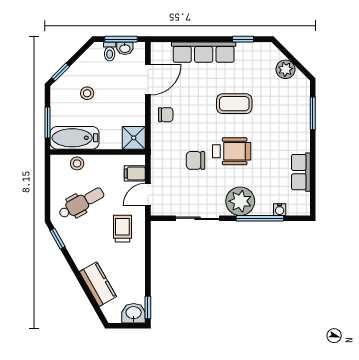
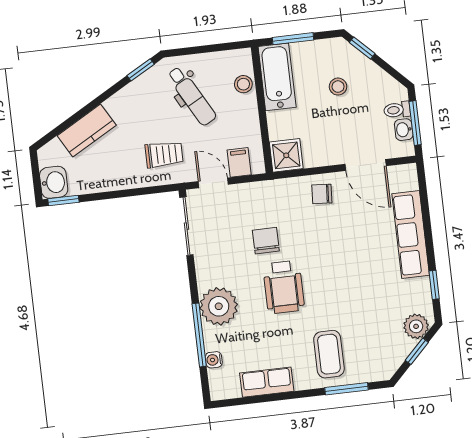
window: (291, 58) -> (417, 351), added
plant: (286, 69) -> (416, 326), moved
coffee table: (234, 104) -> (329, 354), moved
chair: (166, 115) -> (322, 194), turned 94
sliding door: (197, 218) -> (186, 226), moved

